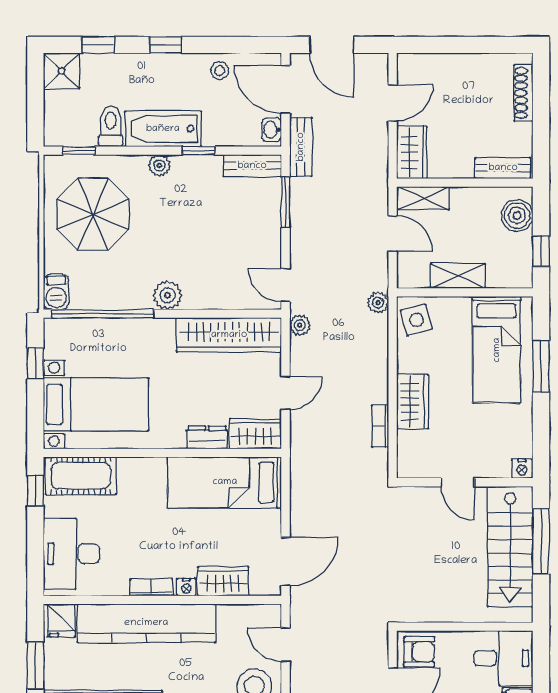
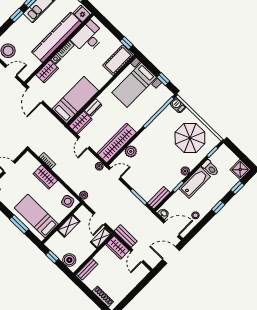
bench: (301, 147) -> (126, 236), moved
door: (393, 234) -> (99, 219), hinge flipped
plant: (168, 295) -> (131, 151), moved
desk: (71, 554) -> (88, 37), moved, turned -90

